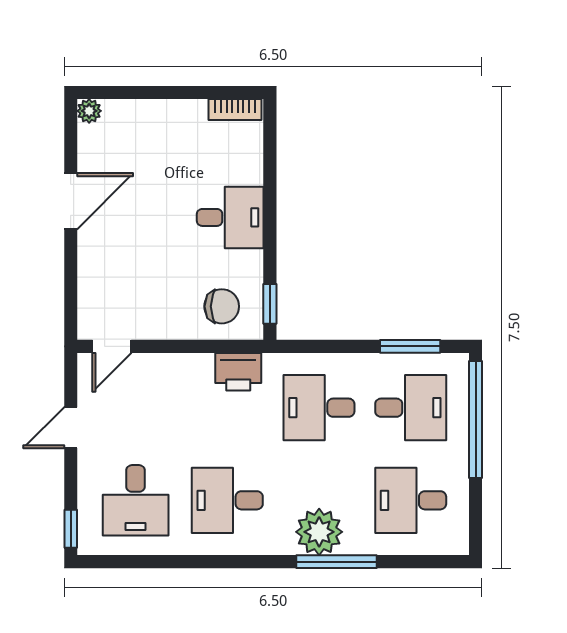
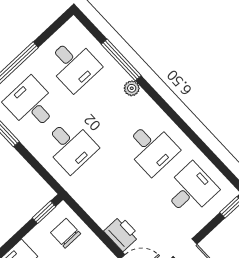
printer: (238, 372) -> (122, 234), moved
plant: (319, 532) -> (132, 88), width x0.53, depth x0.53
window: (337, 562) -> (121, 60), moved

